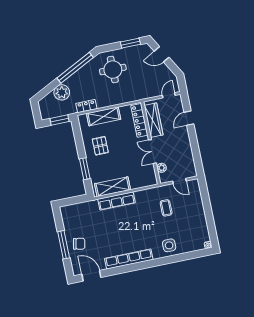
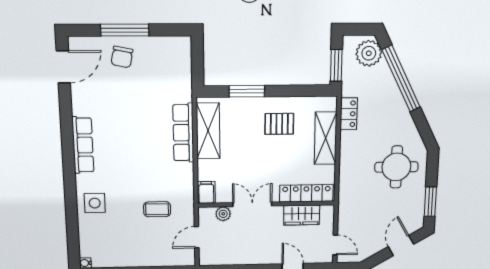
window: (75, 68) -> (401, 79), moved
plant: (62, 92) -> (369, 53), moved
wardrobe: (154, 120) -> (302, 215), width x0.67
filing cabinet: (150, 181) -> (206, 192), added
row of seats: (129, 259) -> (83, 145), width x0.73

